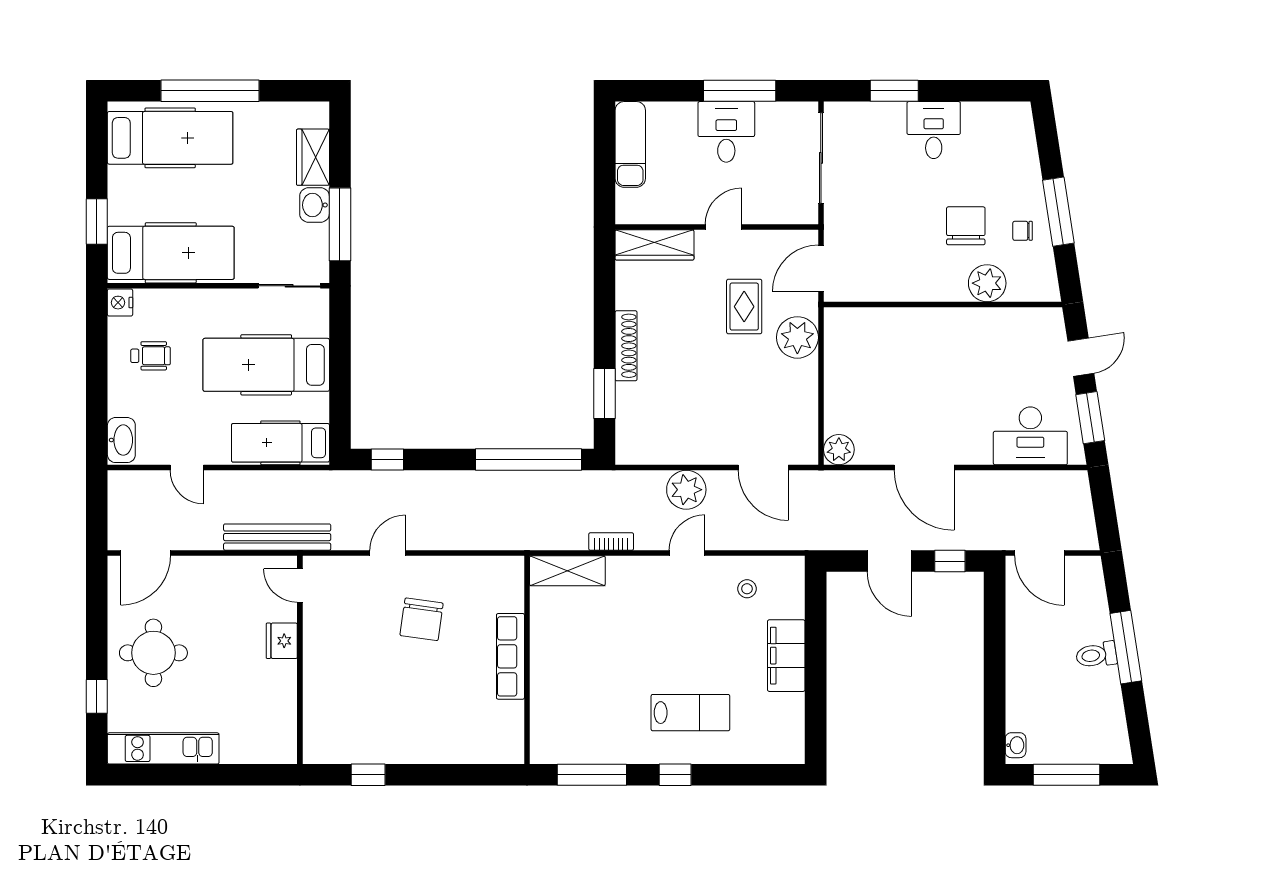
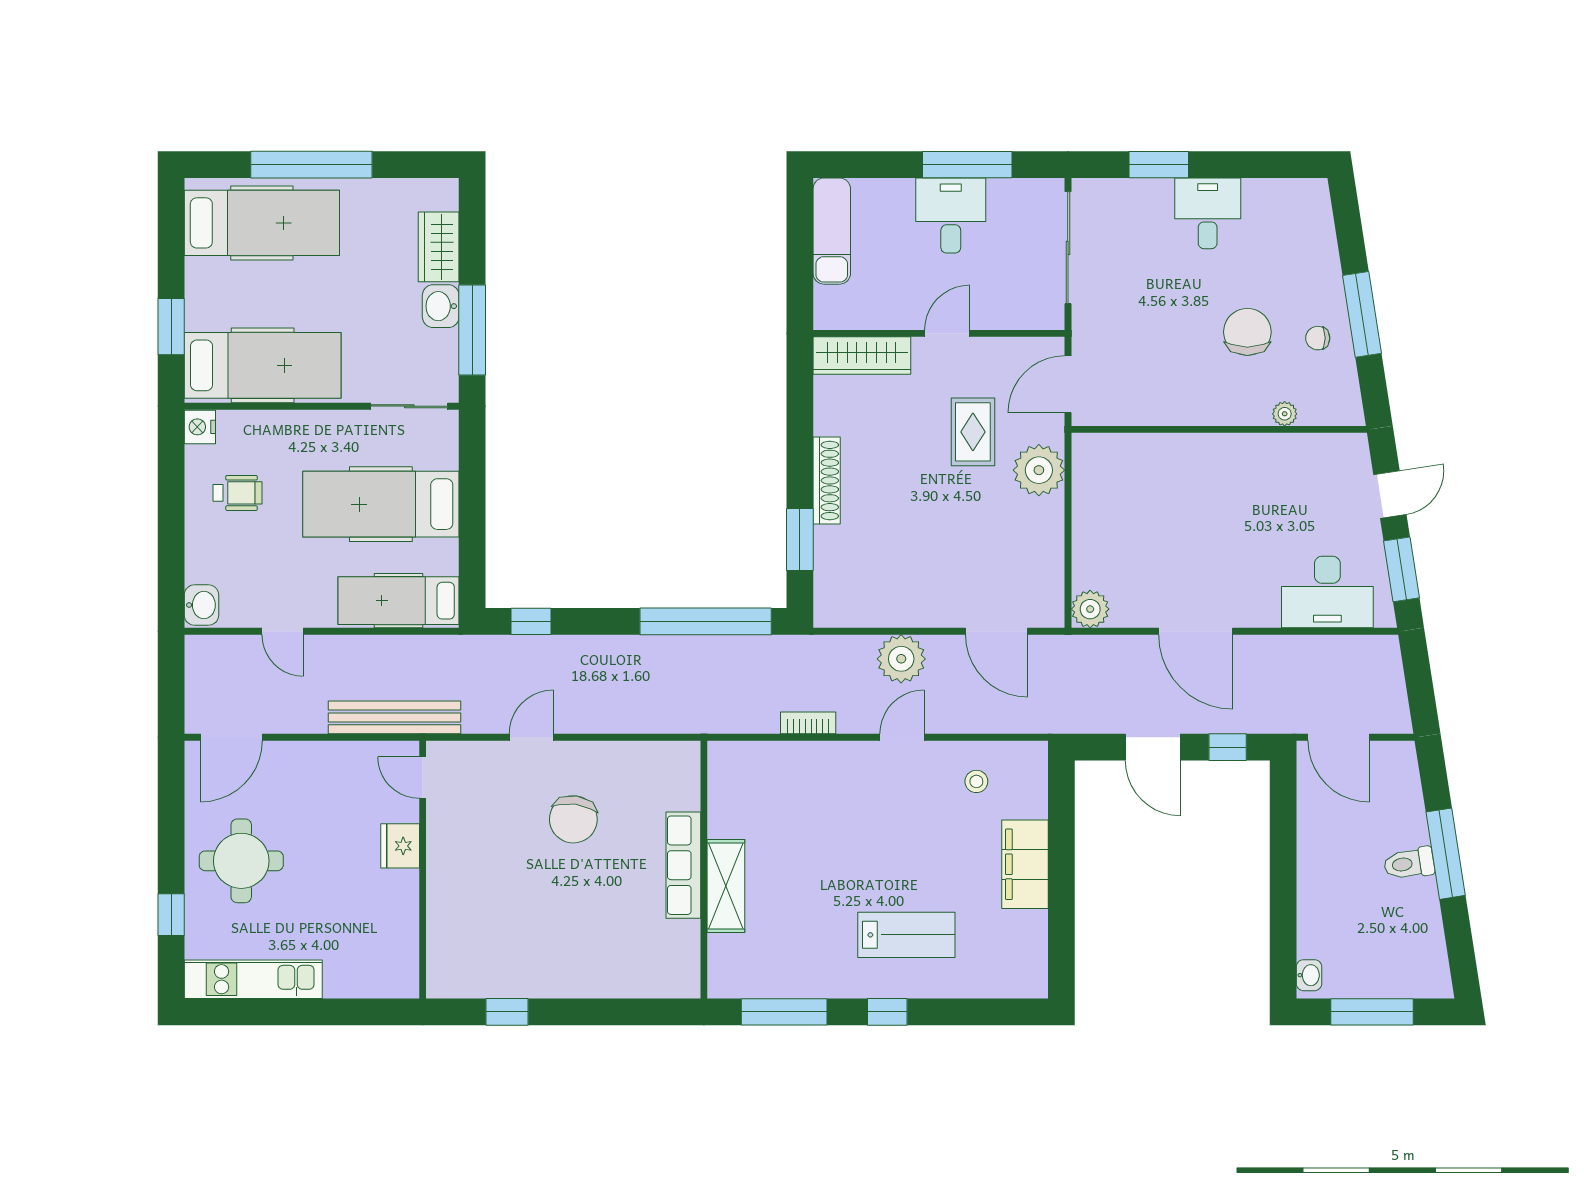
plant: (987, 283) -> (1285, 414), width x0.53, depth x0.53
washbasin: (121, 440) -> (201, 605), width x0.72
shelving: (567, 571) -> (726, 886), moved, turned 90

